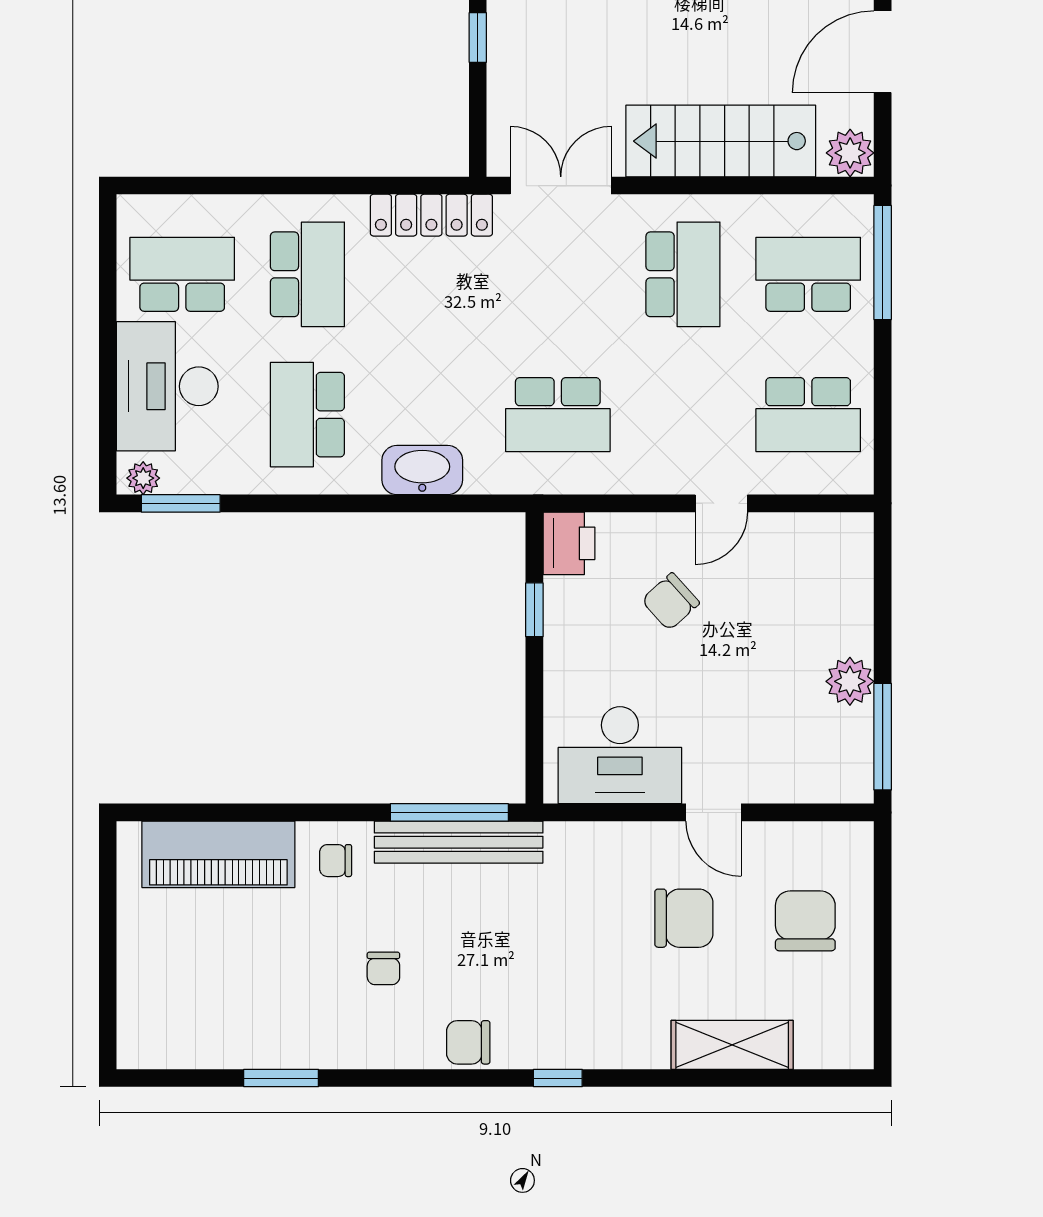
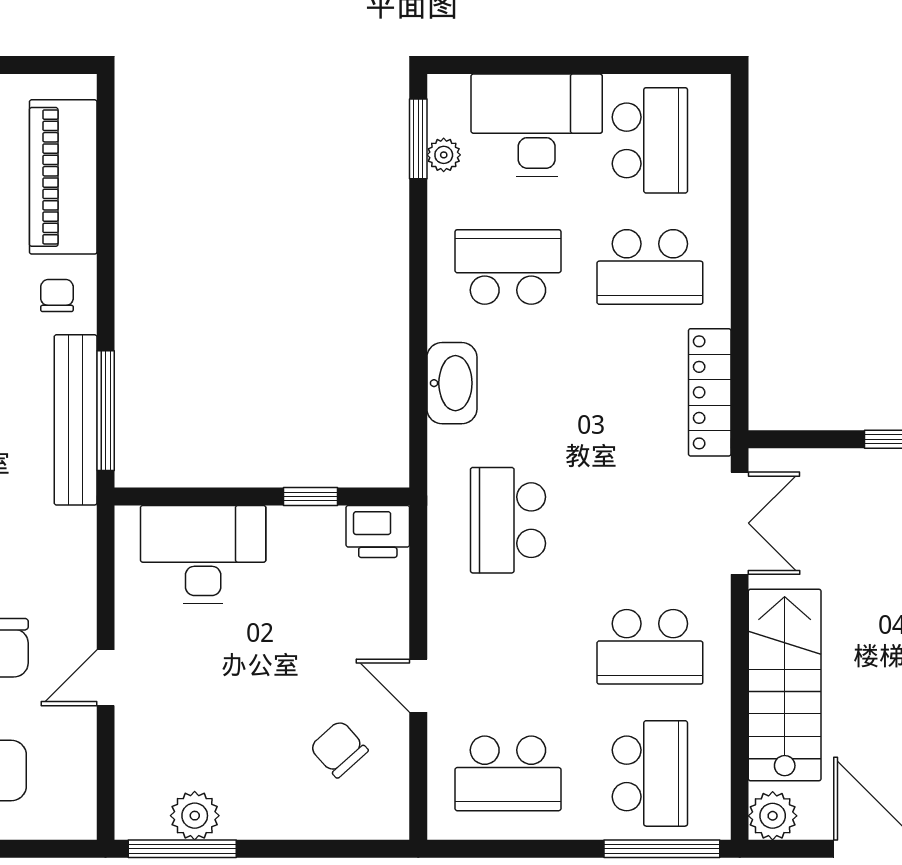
school desk: (808, 415) -> (508, 773), turned -90
plant: (143, 478) -> (444, 155), moved
chair: (670, 602) -> (339, 749), moved
plant: (850, 681) -> (195, 816), moved
desk: (620, 755) -> (203, 554), moved, turned 90

